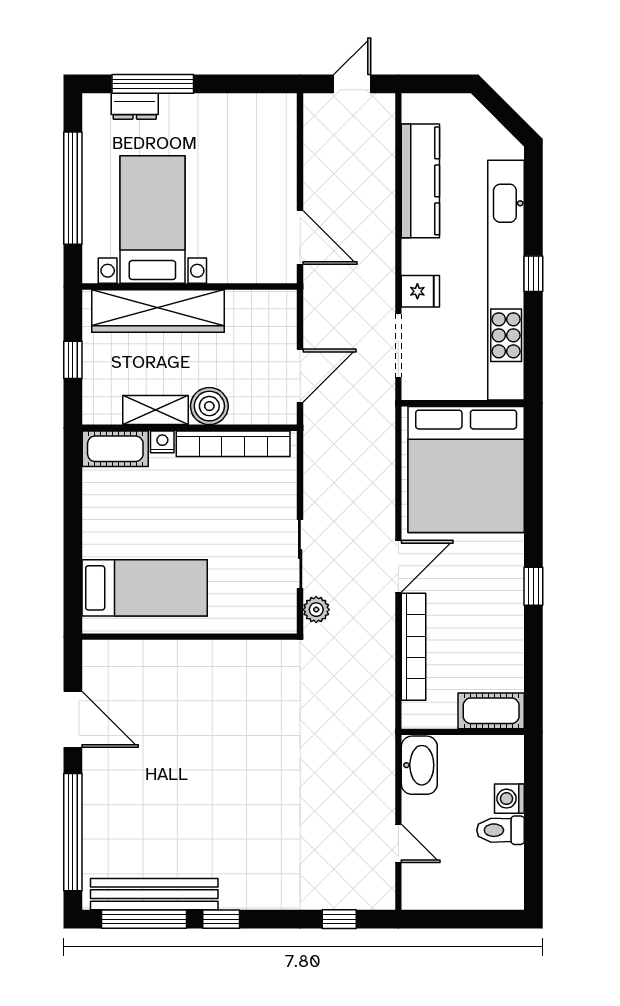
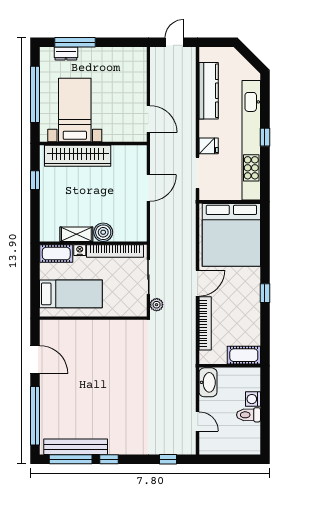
boiler: (209, 406) -> (103, 232), moved
shelving: (156, 410) -> (76, 234), moved
wall: (189, 428) -> (93, 243), moved
nightstand: (162, 442) -> (80, 250), moved
bookcase: (233, 444) -> (115, 251), moved
cot: (115, 449) -> (56, 254), moved

